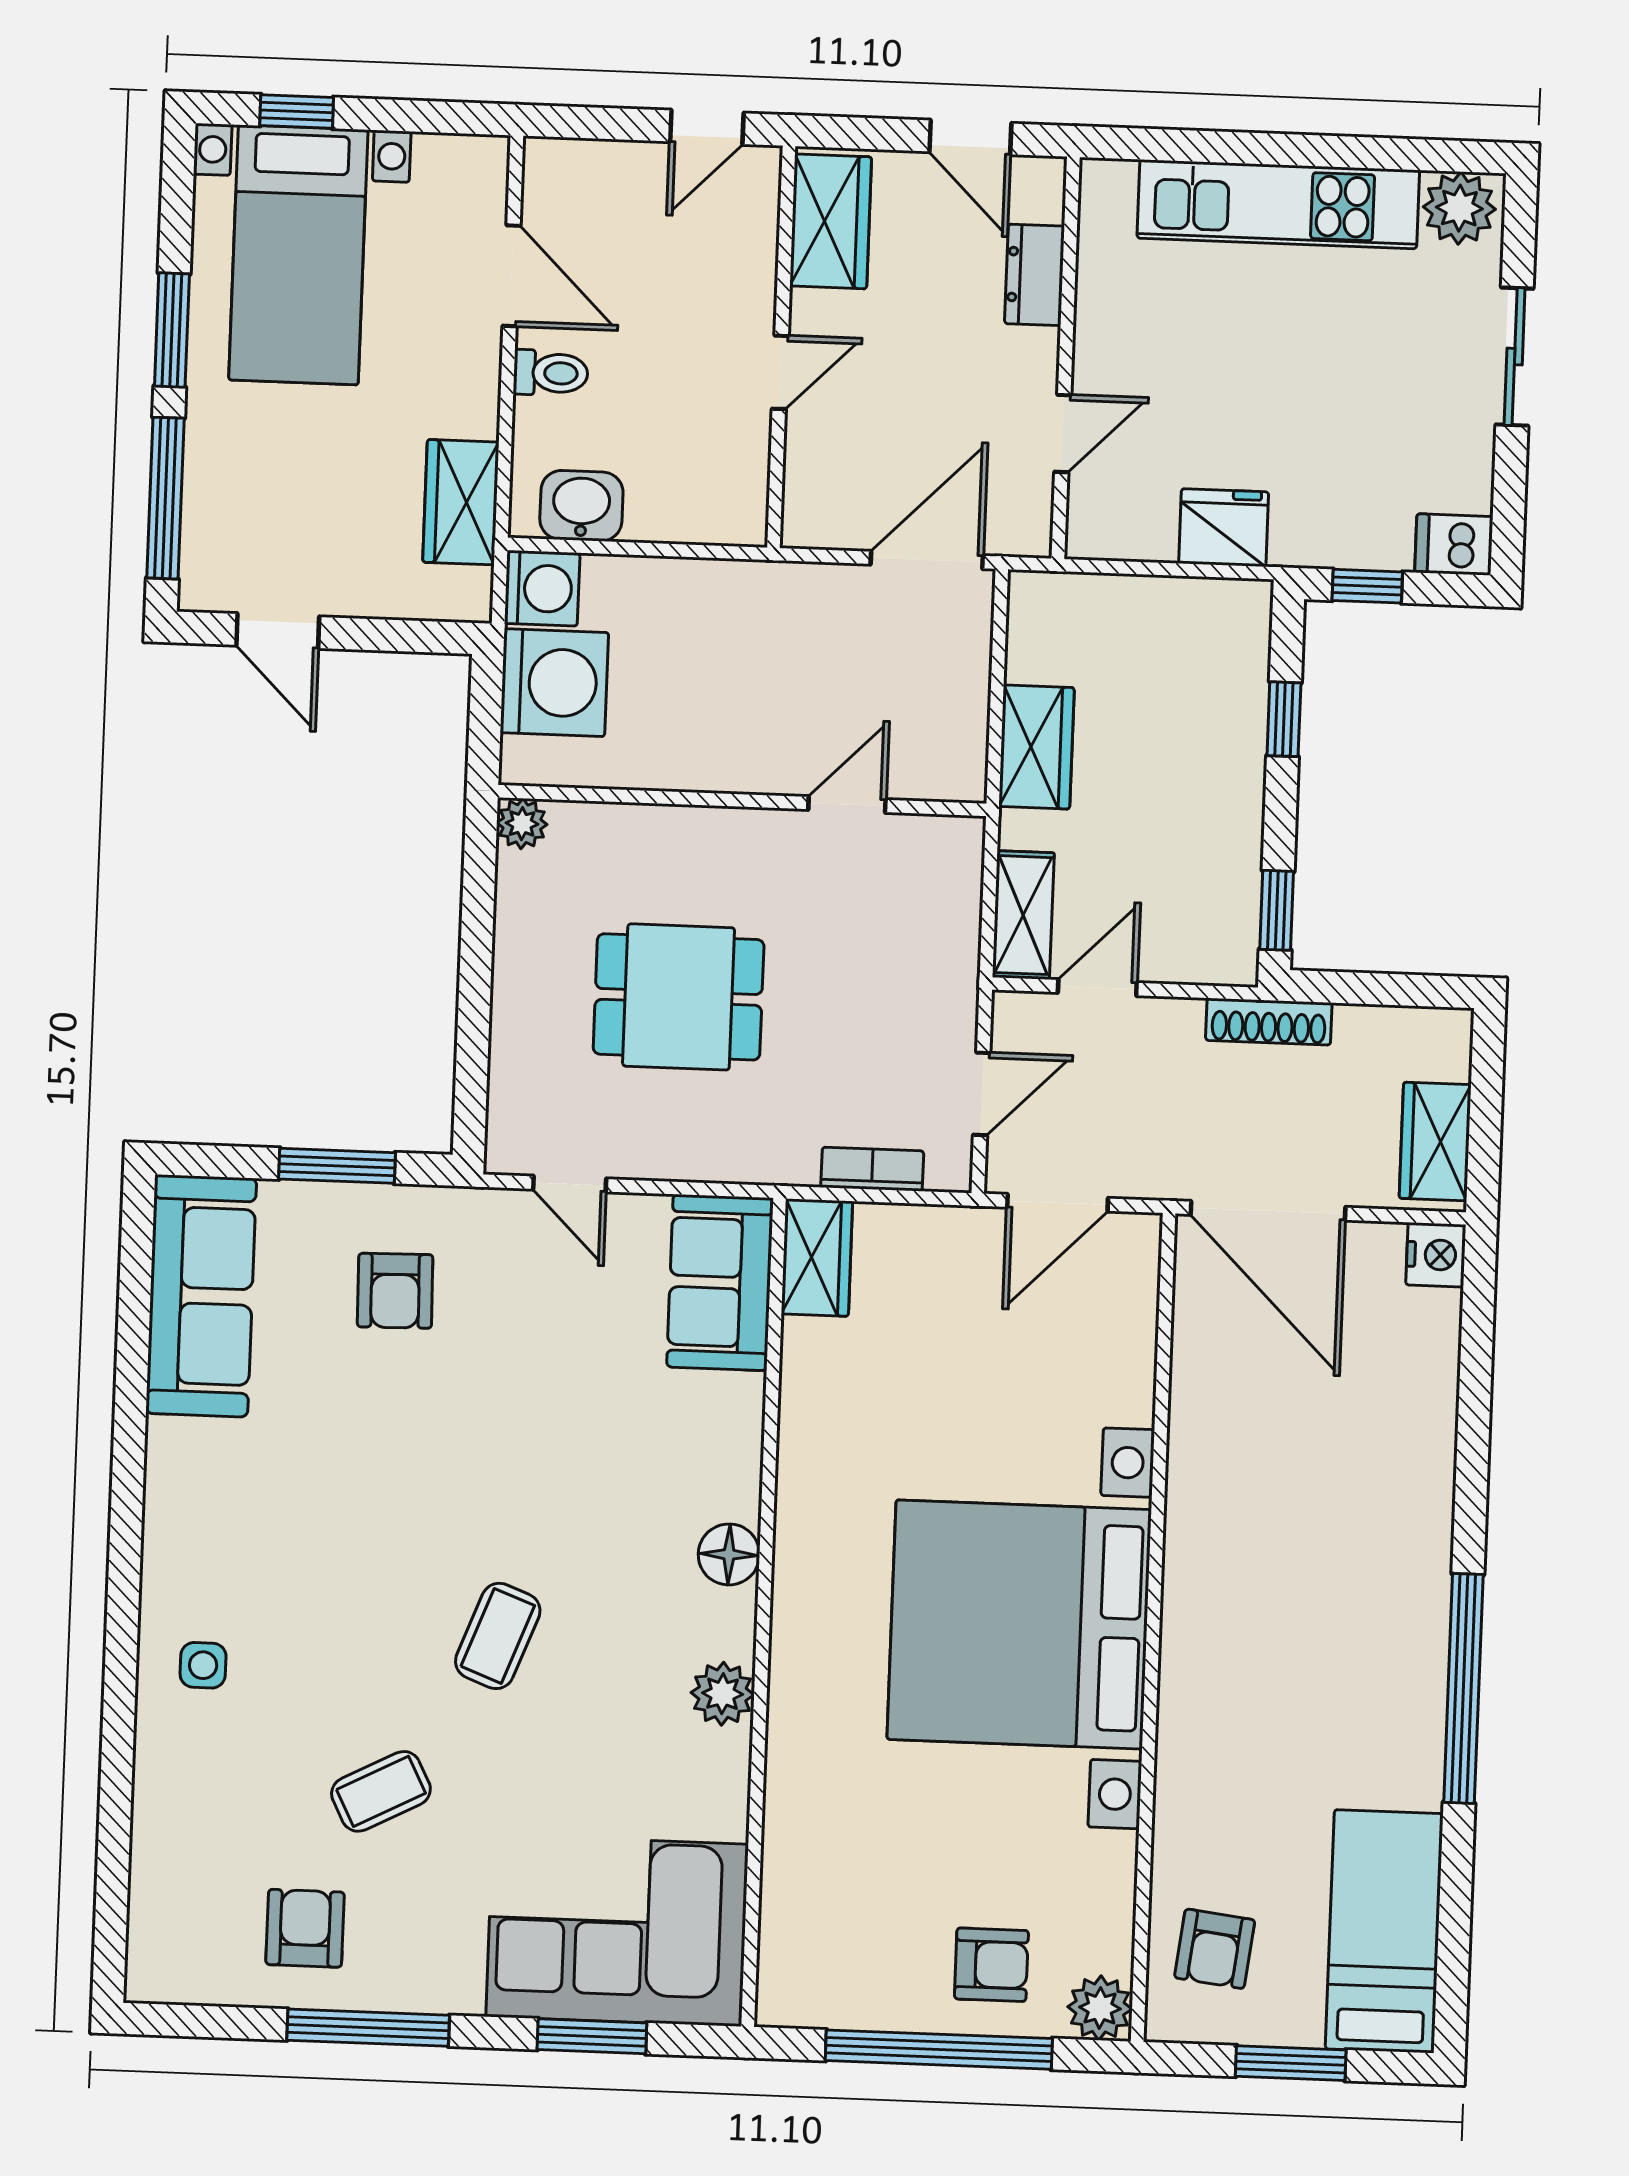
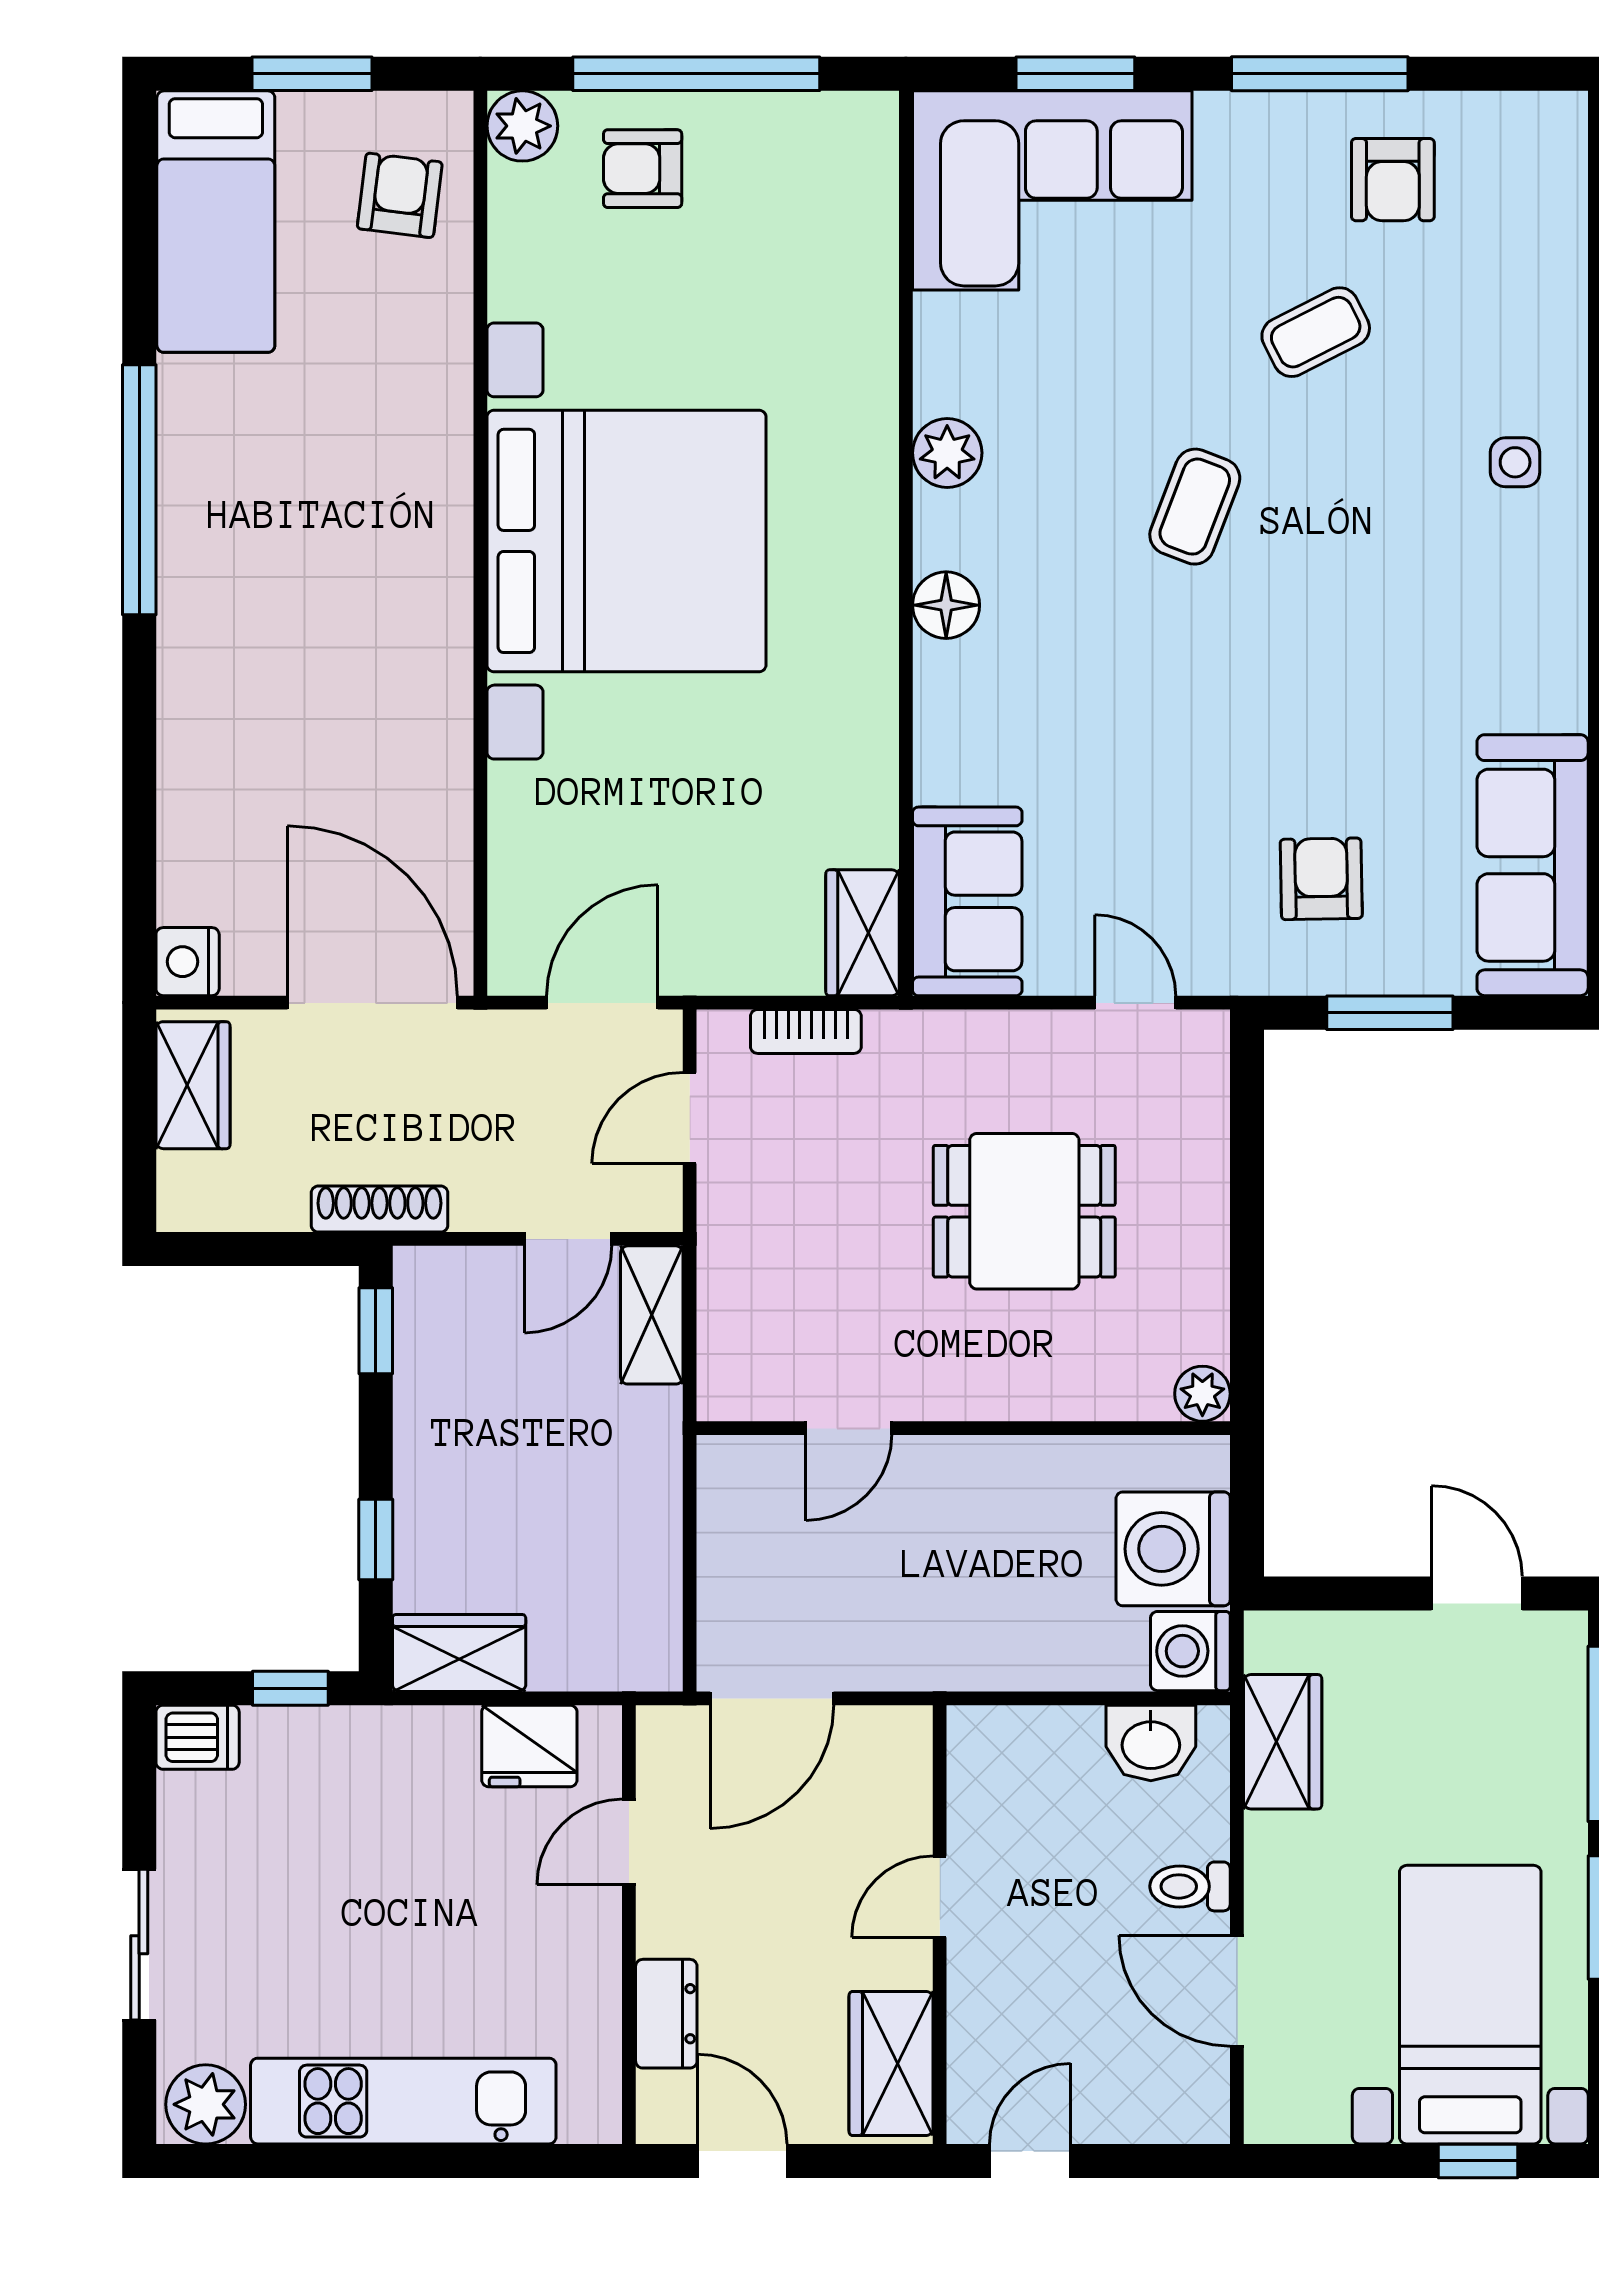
fridge: (1224, 528) -> (529, 1746), moved
wardrobe: (1037, 747) -> (459, 1653), moved, turned 90

